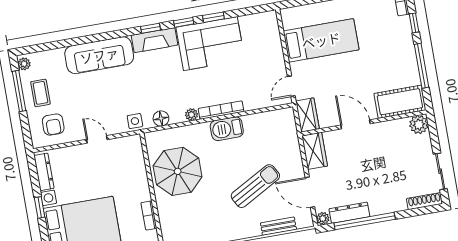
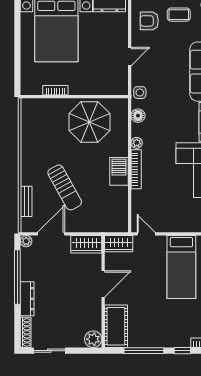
dresser: (349, 213) -> (27, 299), moved

